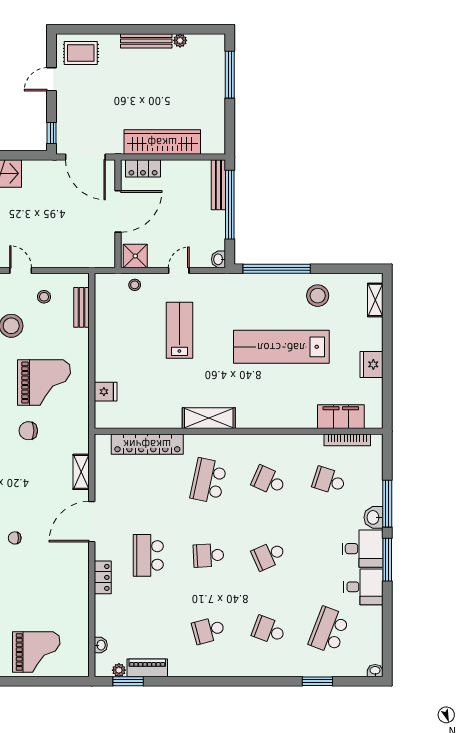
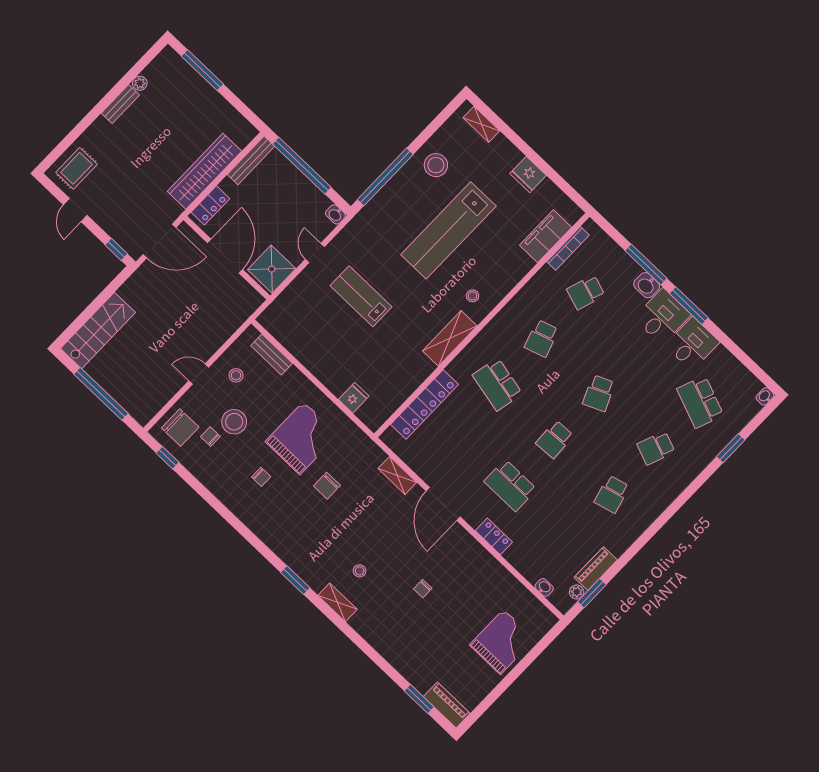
bench: (146, 41) -> (120, 104), width x0.73
bench: (218, 185) -> (251, 160), moved, turned 90
shower: (135, 256) -> (272, 269), width x1.36, depth x1.36
stool: (135, 285) -> (473, 296), moved
school desk: (269, 481) -> (542, 338), turned -42
chair: (15, 538) -> (423, 589), moved

